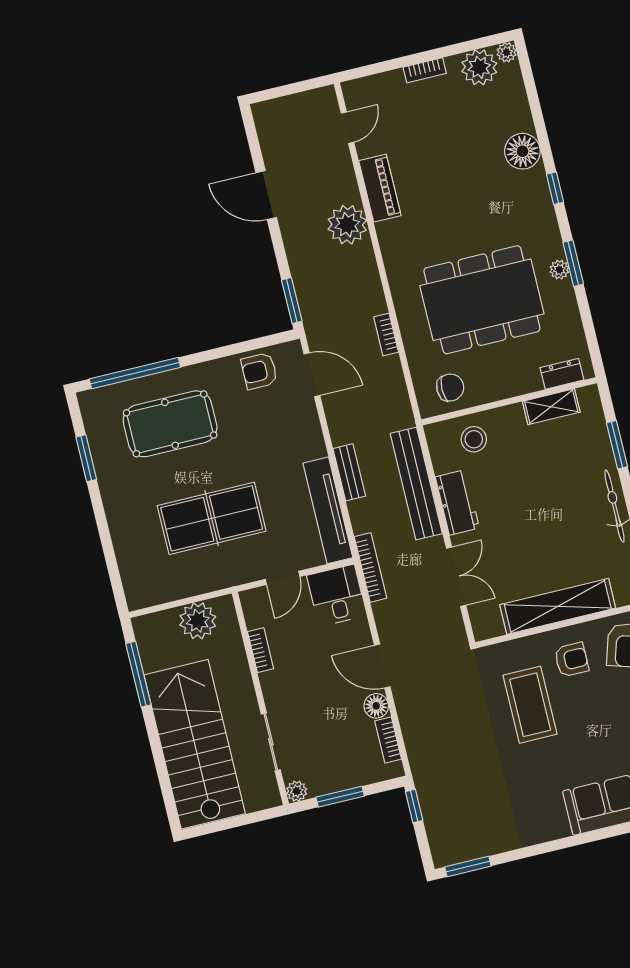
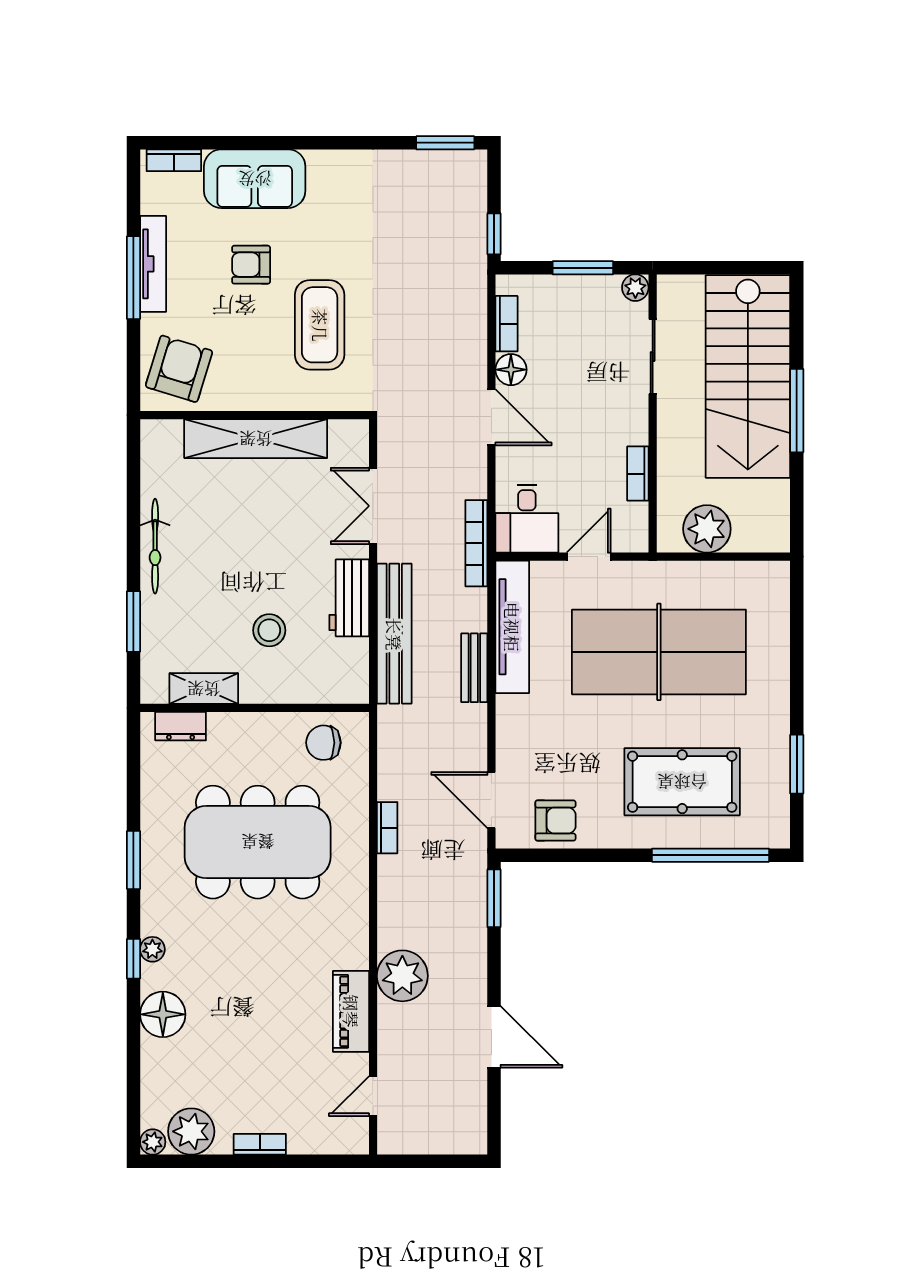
plant: (559, 270) -> (152, 949), moved
stool: (474, 439) -> (269, 630), moved
table tennis table: (212, 518) -> (659, 652), width x1.36, depth x1.32
armchair: (571, 660) -> (251, 265), moved
window: (138, 674) -> (797, 411), moved

